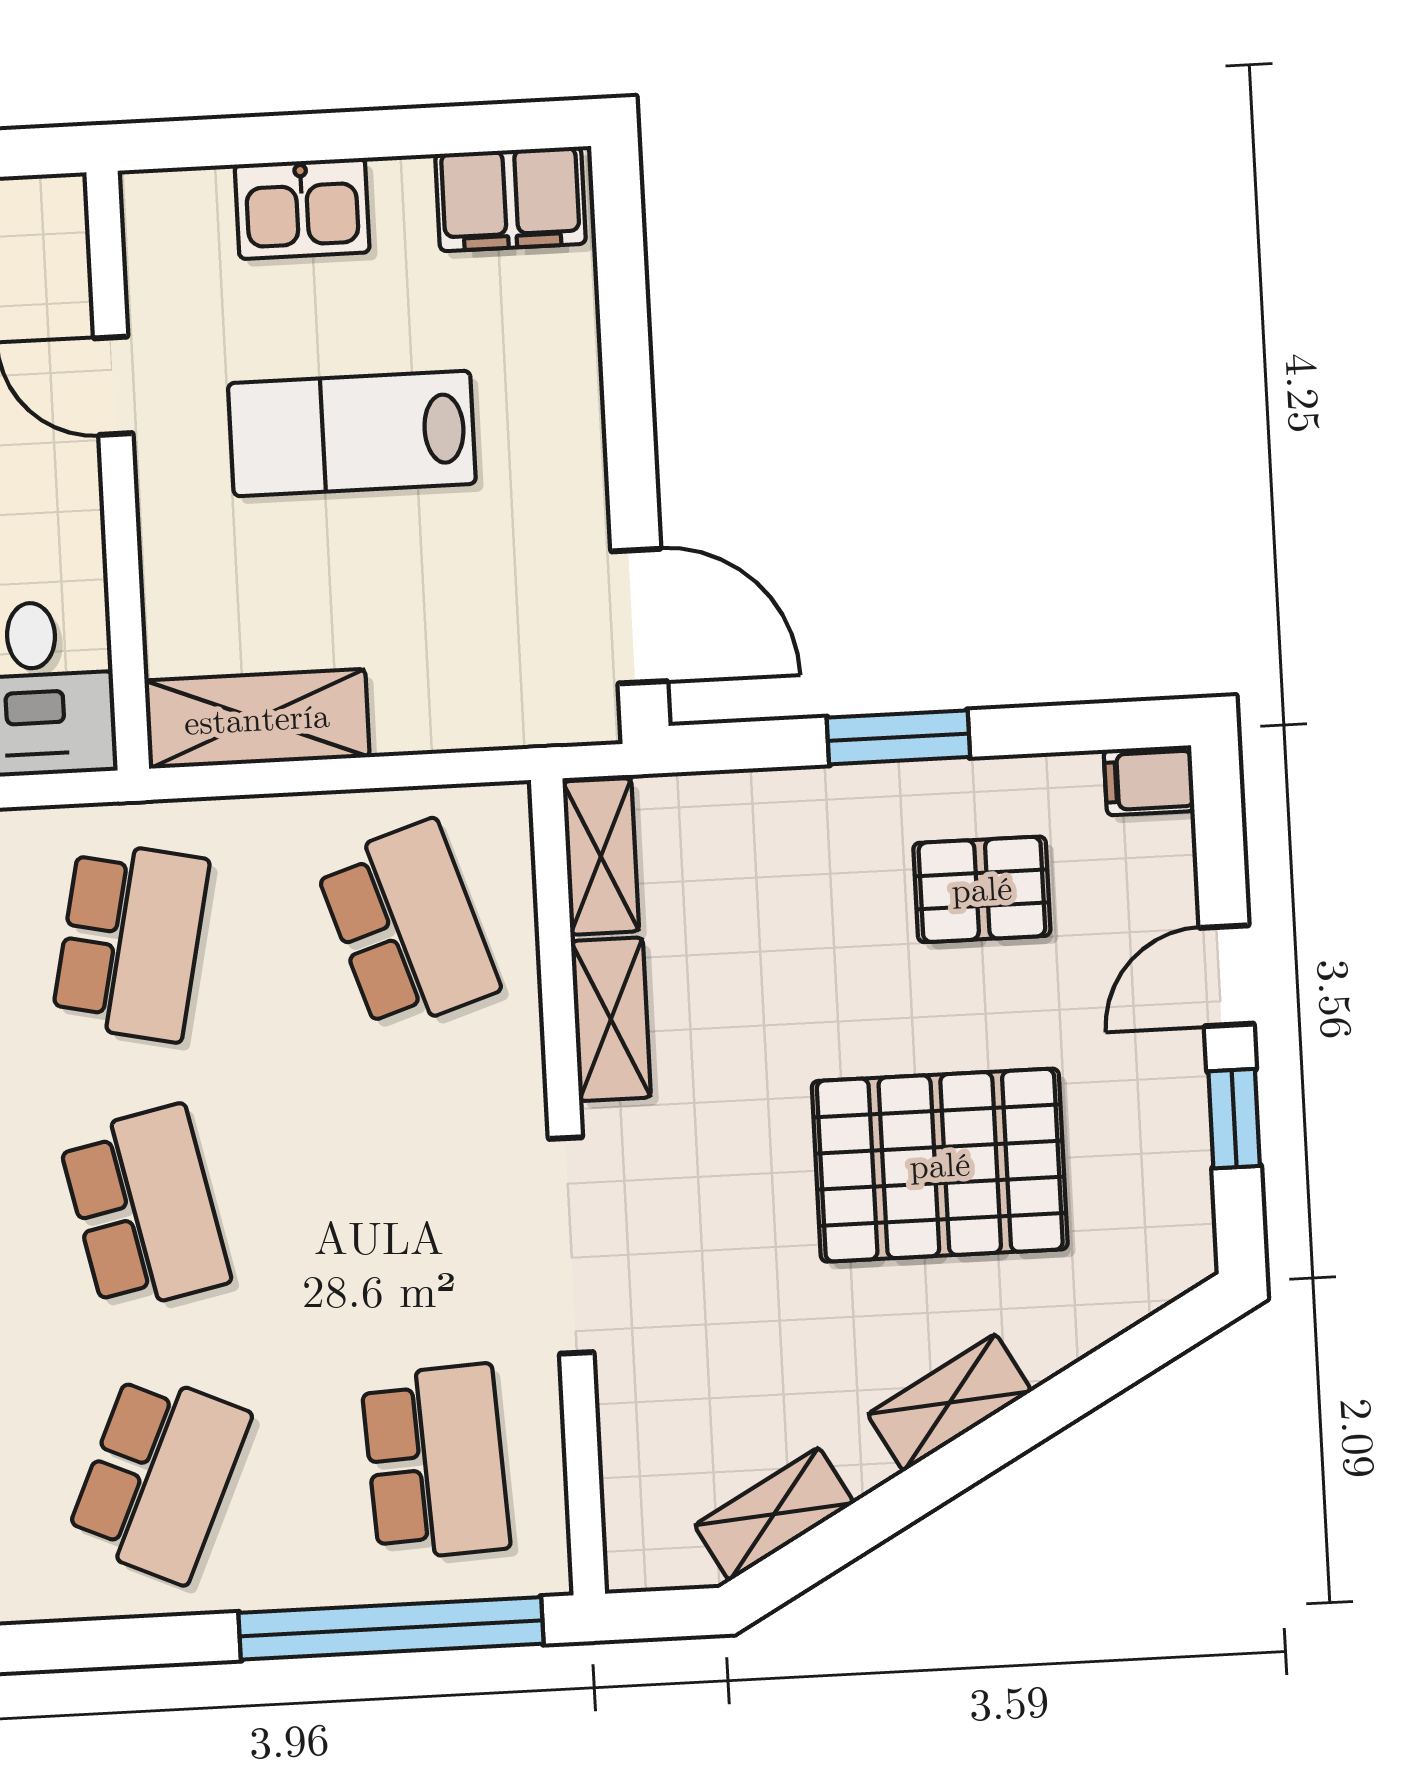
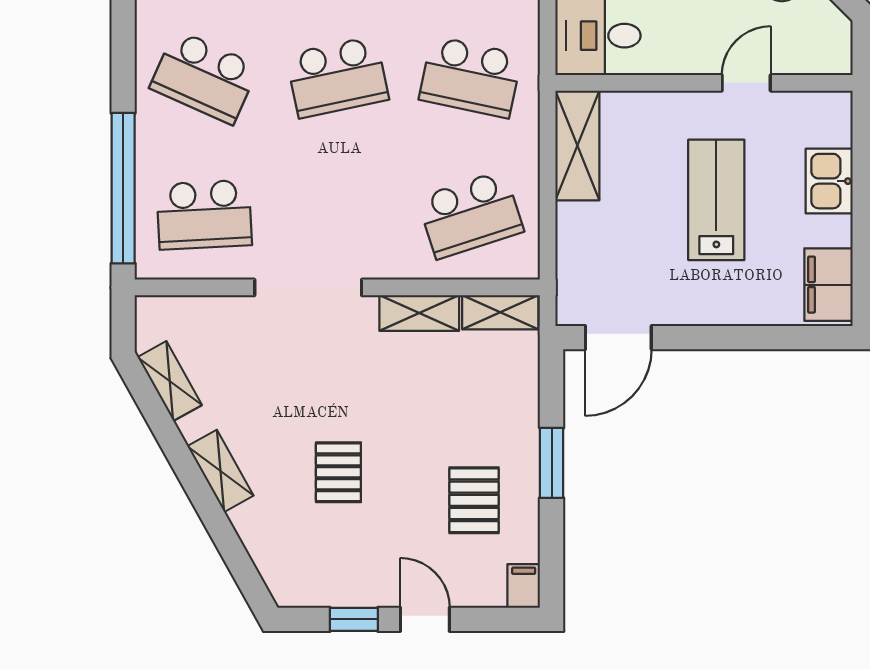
pallet: (940, 1165) -> (338, 472), width x0.49, depth x0.50

